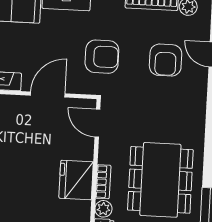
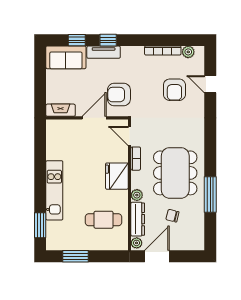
armchair: (102, 57) -> (119, 95), moved, turned 180
bookcase: (103, 182) -> (136, 159), moved

